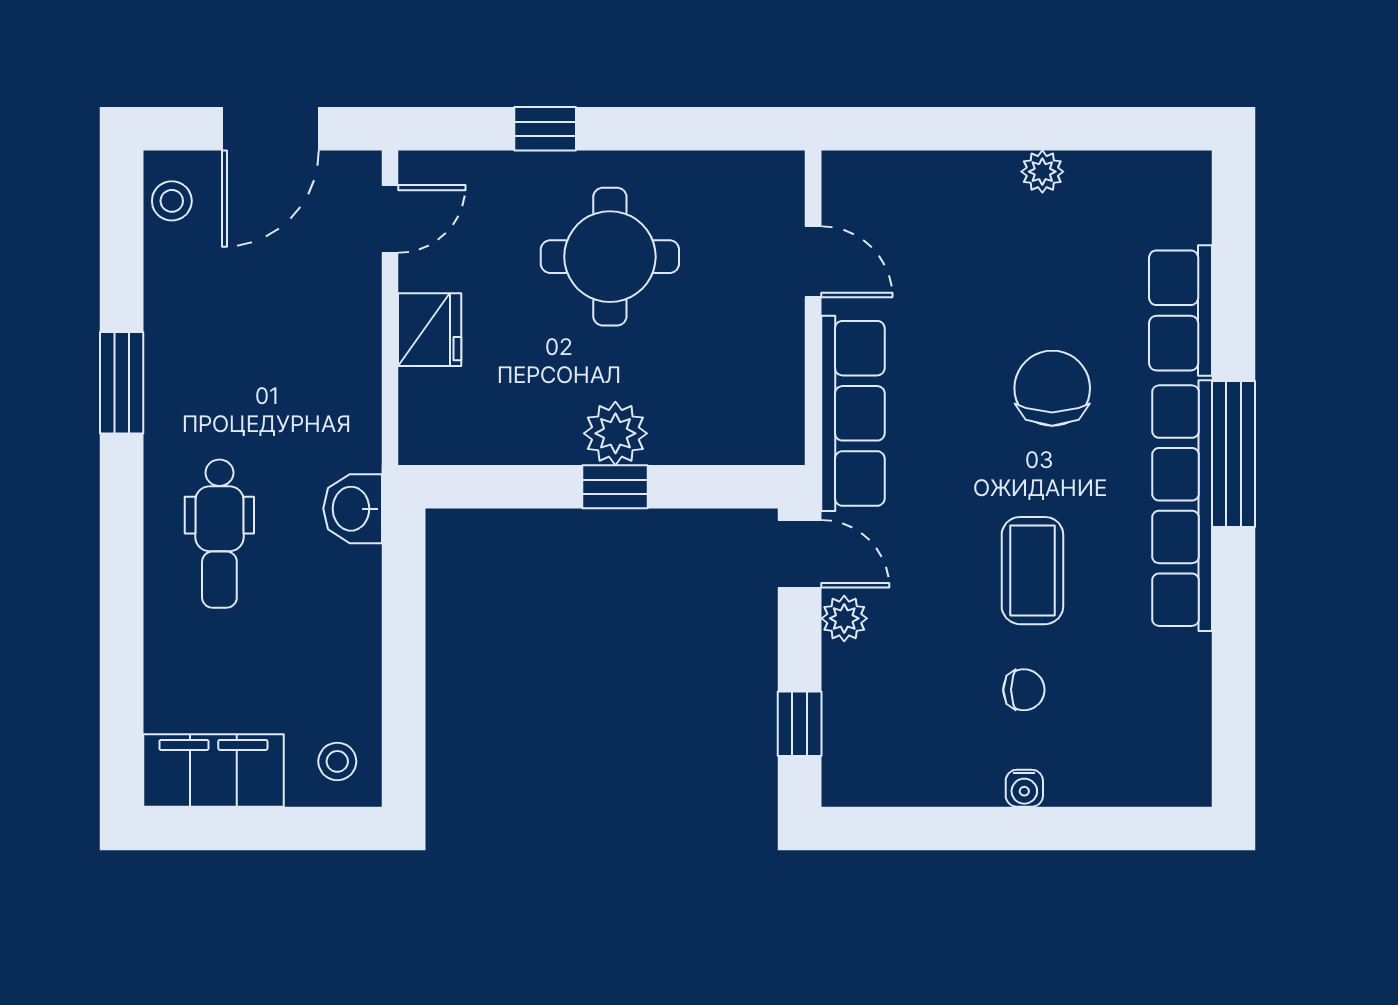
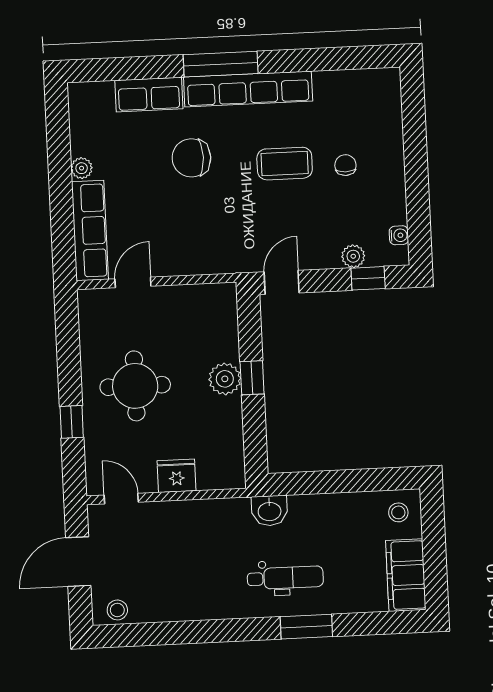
door: (270, 129) -> (78, 562), swing flipped
window: (122, 383) -> (306, 627), moved
row of seats: (853, 413) -> (90, 231), moved, turned 90
plant: (844, 618) -> (353, 256), moved
water cooler: (1024, 788) -> (399, 235), moved

